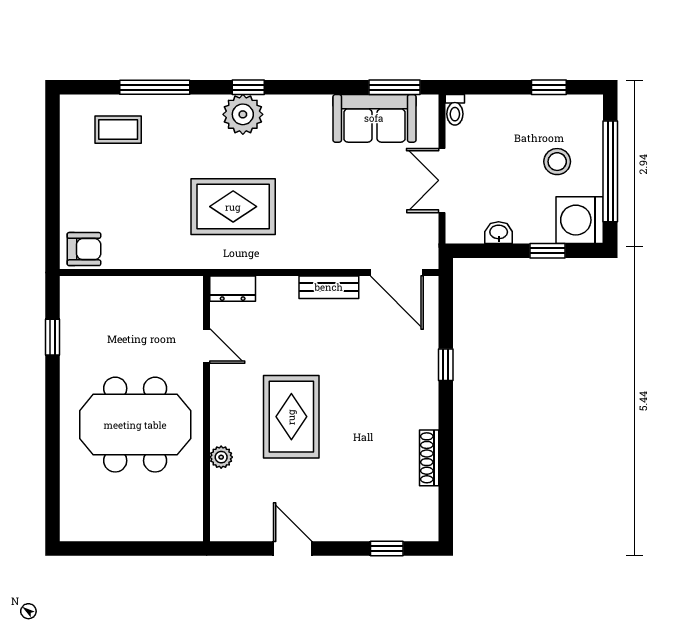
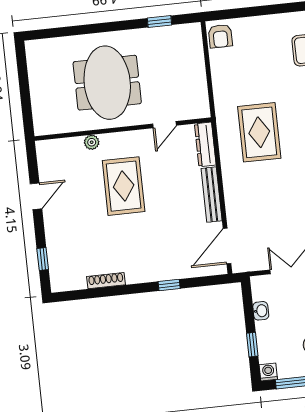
washing machine: (580, 220) -> (268, 372), width x0.53, depth x0.53
bench: (329, 287) -> (212, 195), width x1.36
dresser: (233, 289) -> (205, 144), width x1.44
rug: (291, 417) -> (124, 186), turned 90

